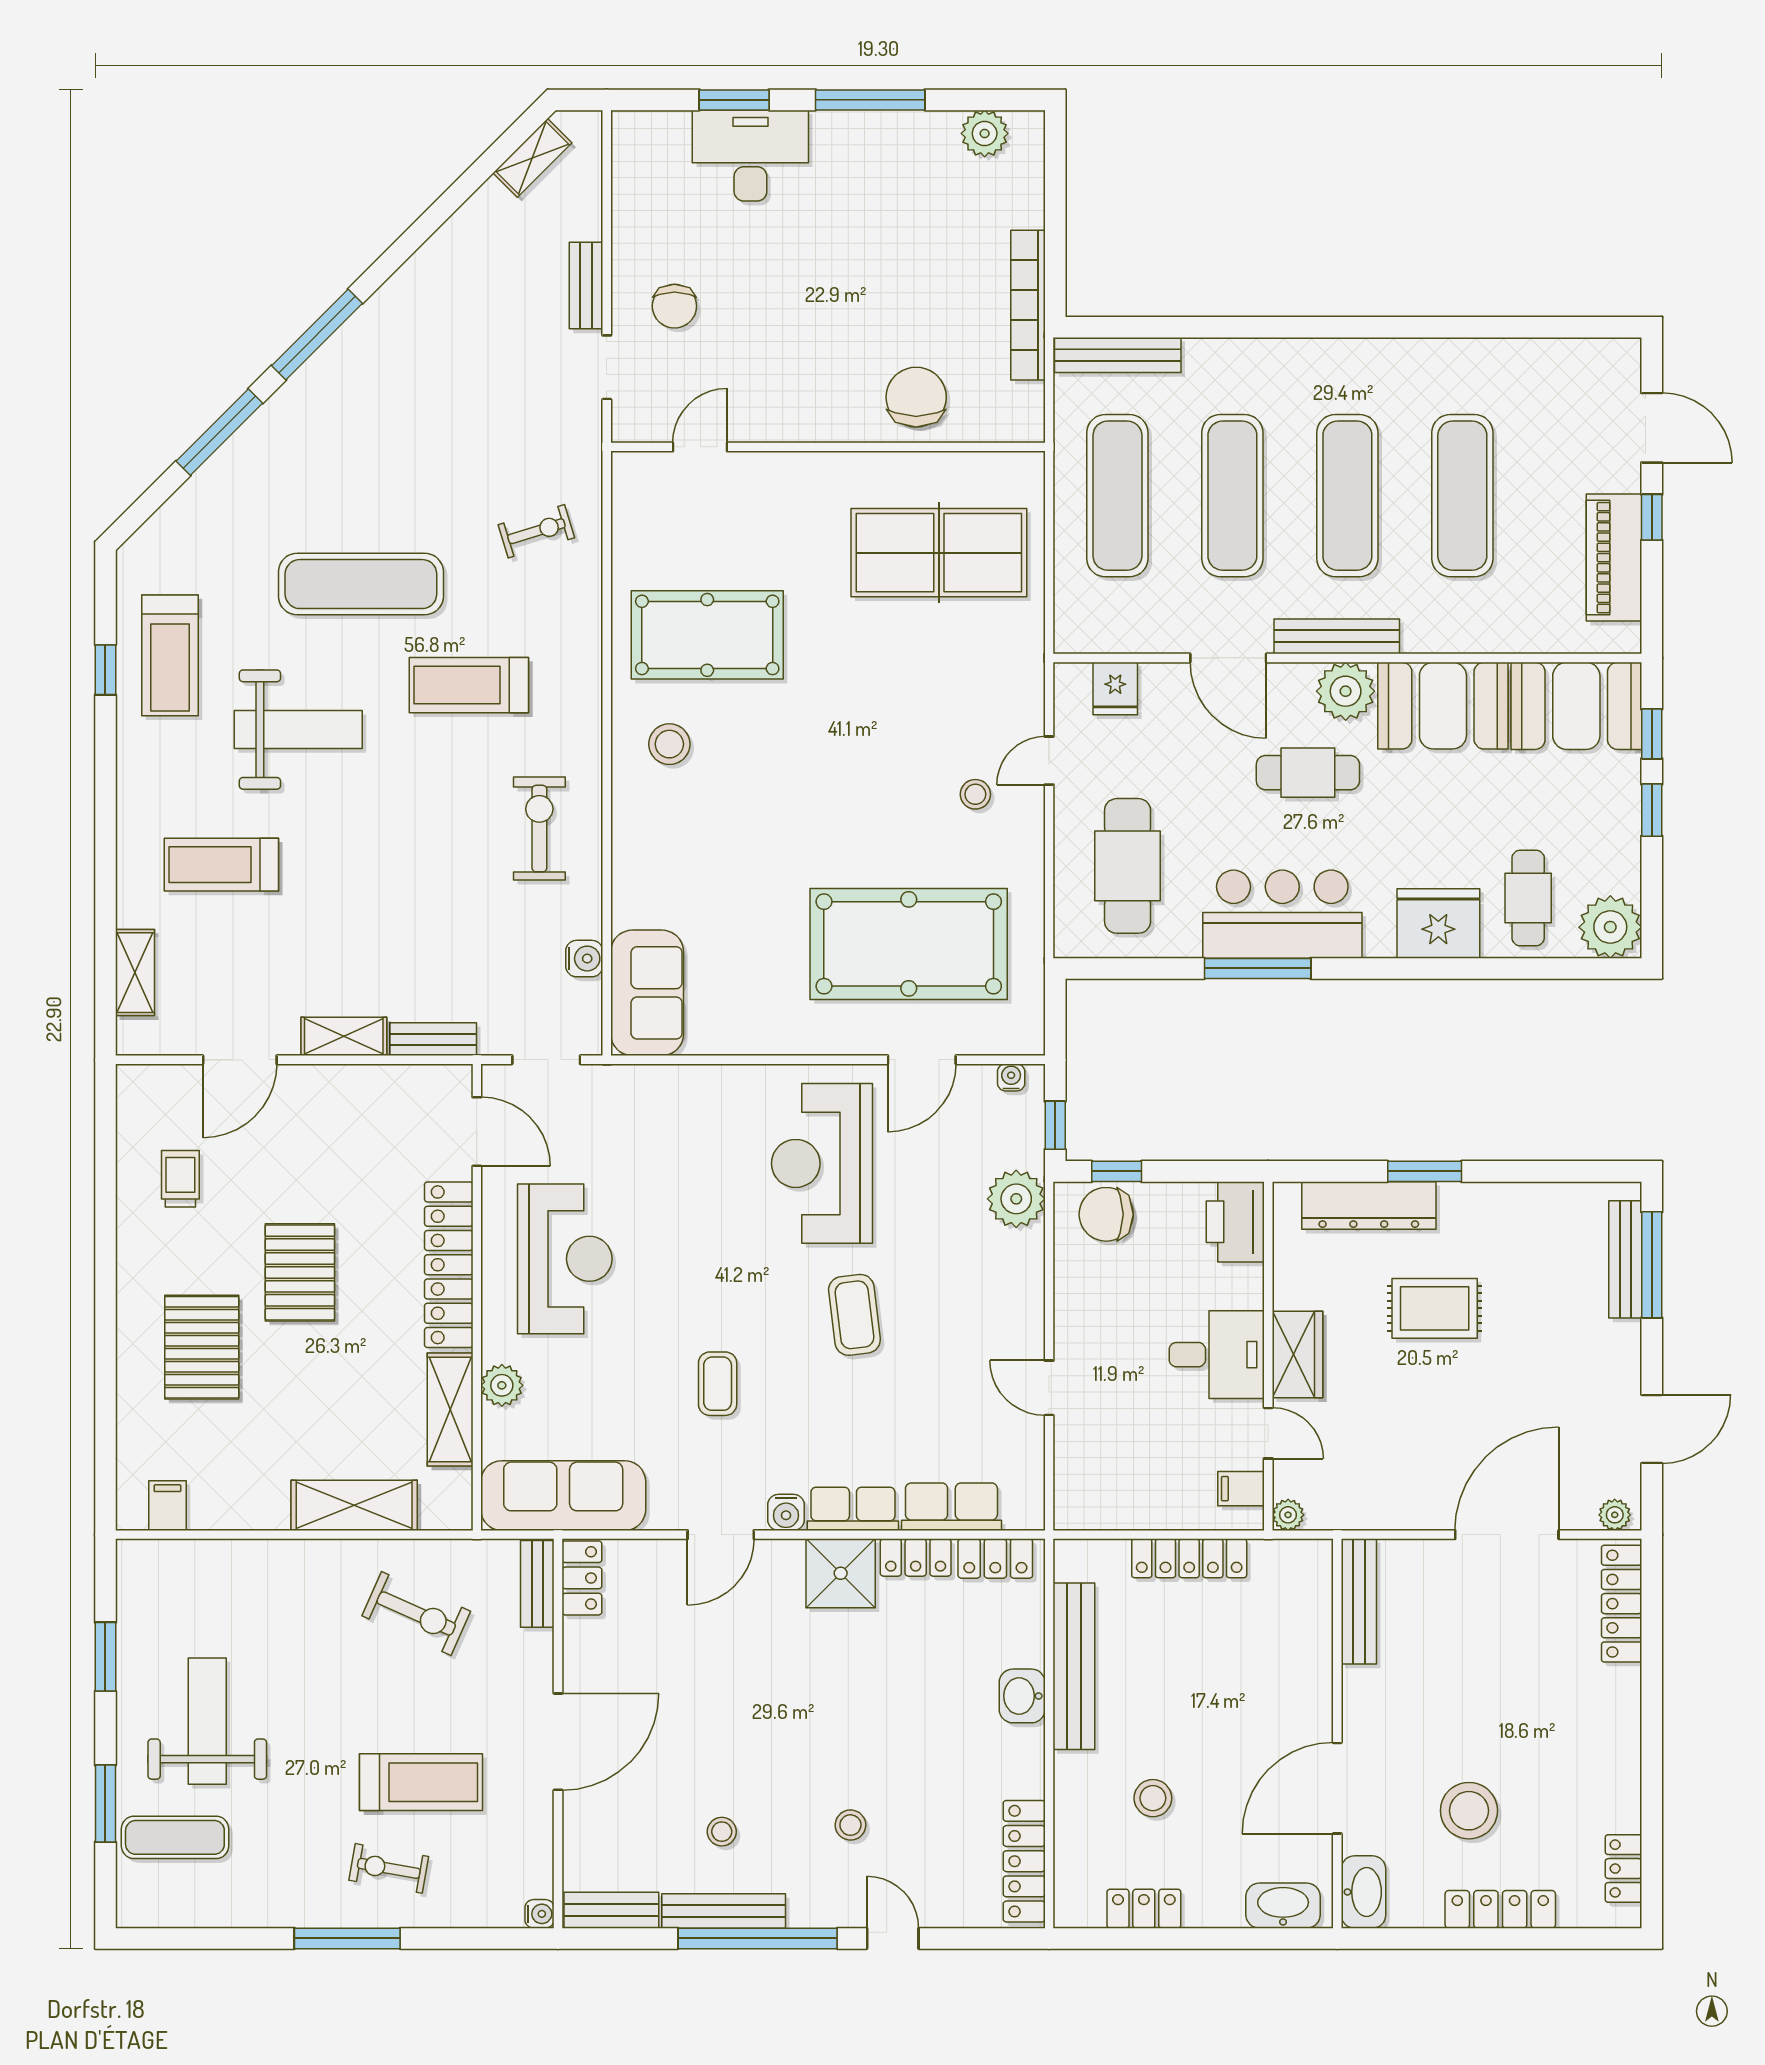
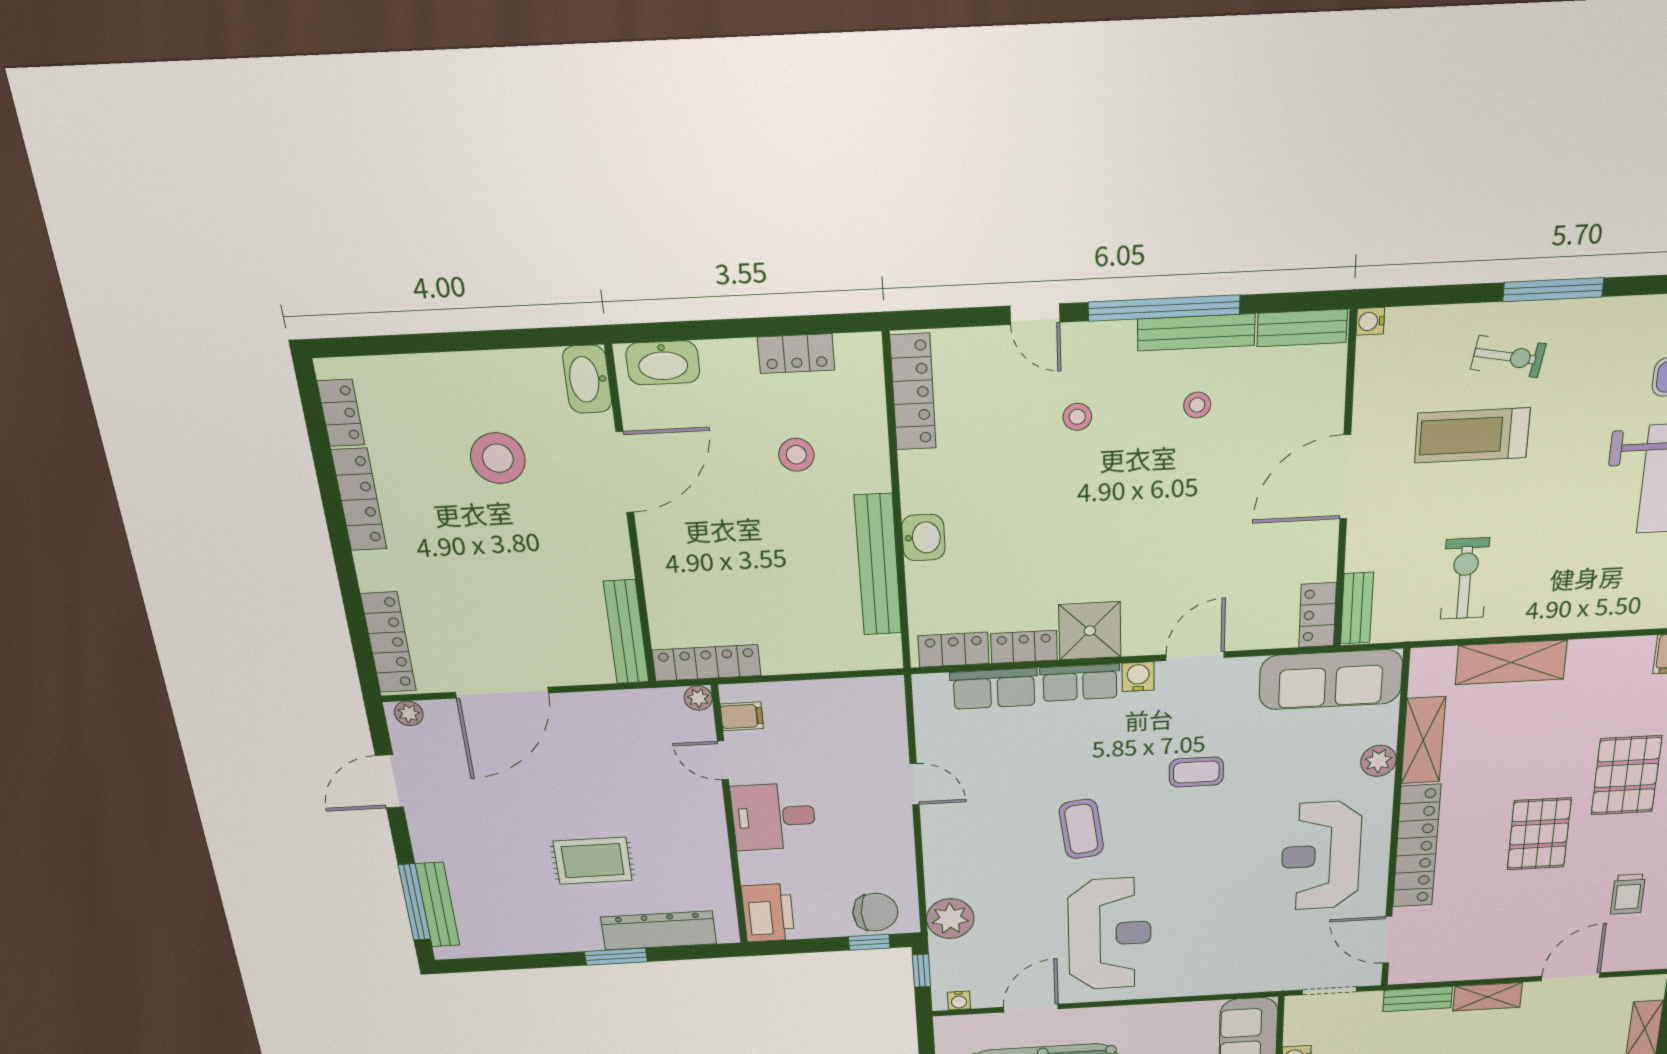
wardrobe: (1297, 1355) -> (705, 821), removed
coffee table: (718, 1384) -> (1196, 772), turned 90
locker: (1189, 1558) -> (707, 663), moved
exercise bike: (416, 1613) -> (1465, 579), turned 66
locker: (1500, 1909) -> (359, 500), moved, turned -90

